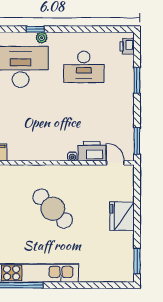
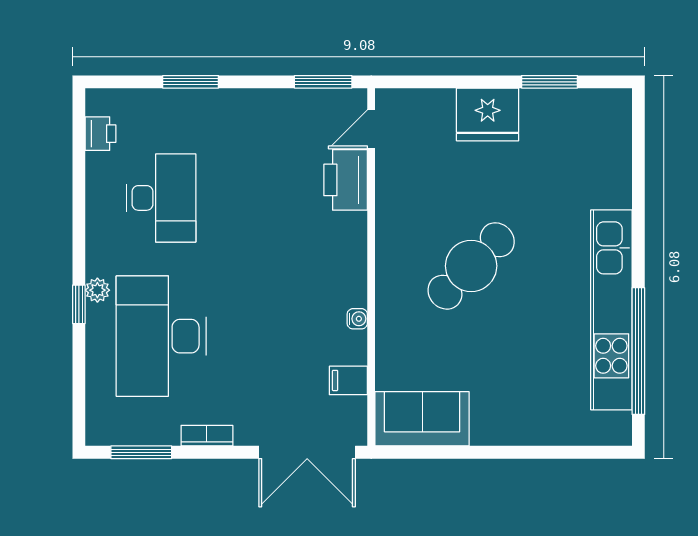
printer: (127, 46) -> (100, 134), moved, turned -90
water cooler: (72, 157) -> (357, 319), moved
window: (137, 261) -> (549, 82), moved

